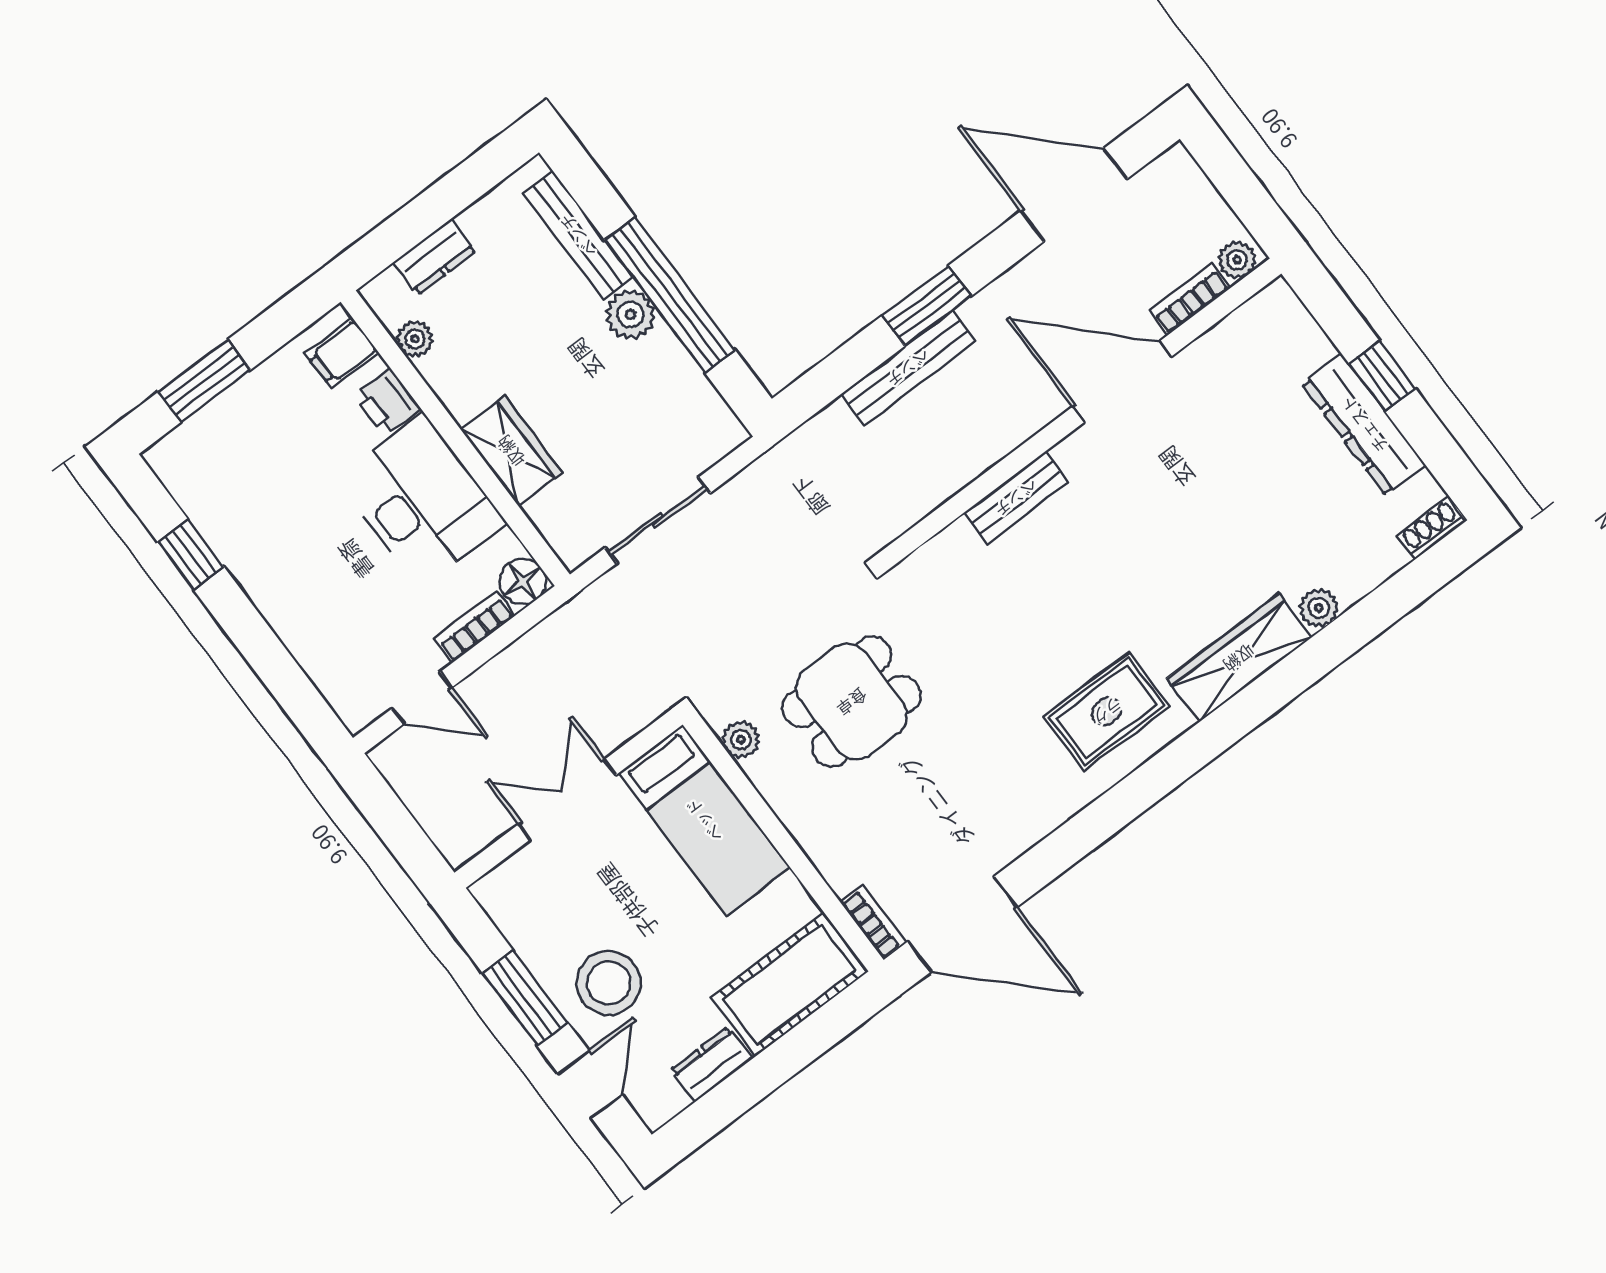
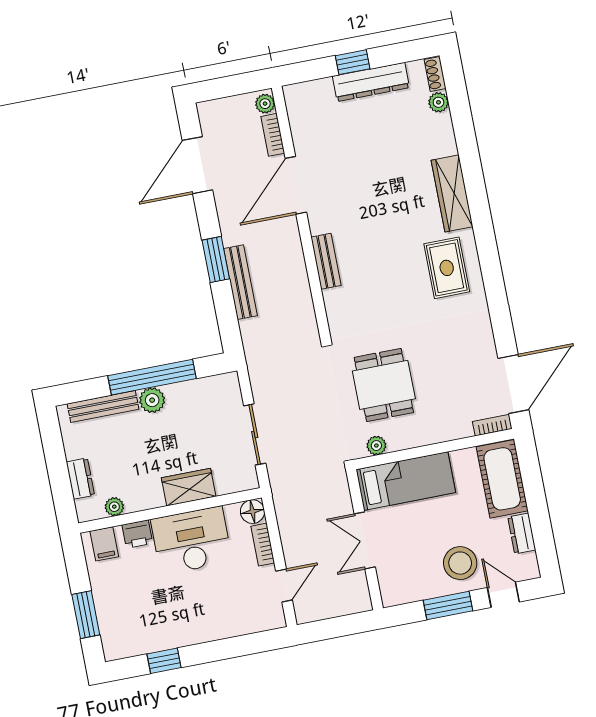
plant: (1319, 608) -> (438, 102), moved

